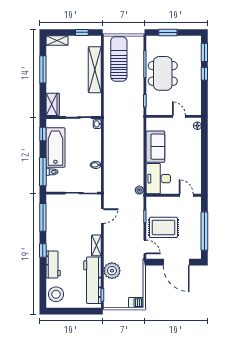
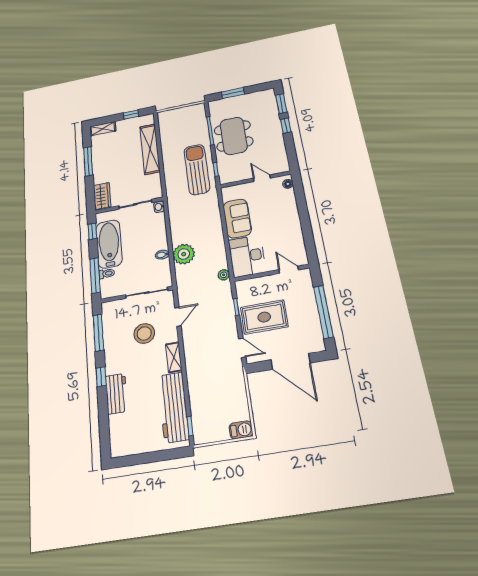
sun lounger: (119, 59) -> (197, 169), moved
plant: (112, 271) -> (184, 254), moved
stool: (56, 294) -> (144, 333), moved

